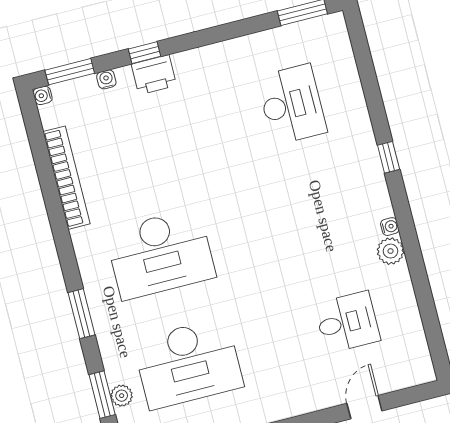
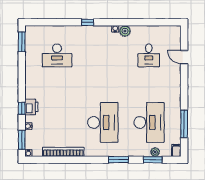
desk: (292, 105) -> (57, 55), turned 180
desk: (347, 322) -> (149, 55), turned 180

